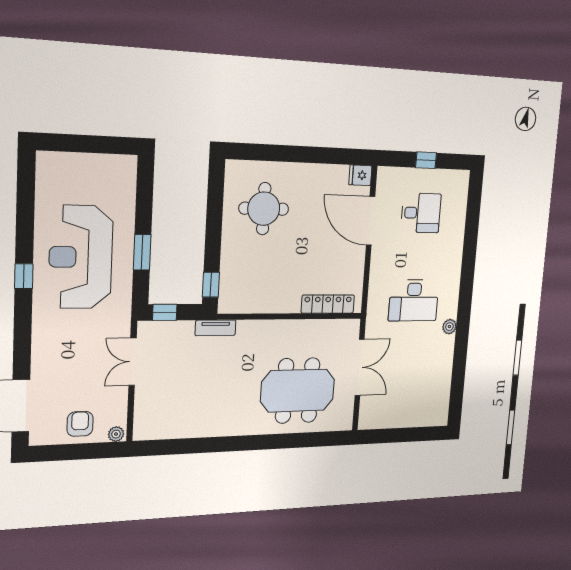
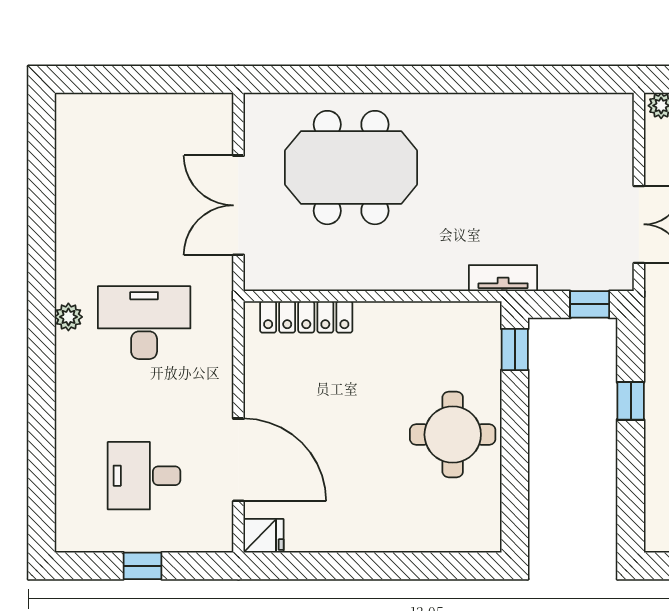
round table: (264, 209) -> (453, 435), moved
window: (142, 252) -> (631, 401), width x0.67
plant: (449, 327) -> (68, 317), moved

